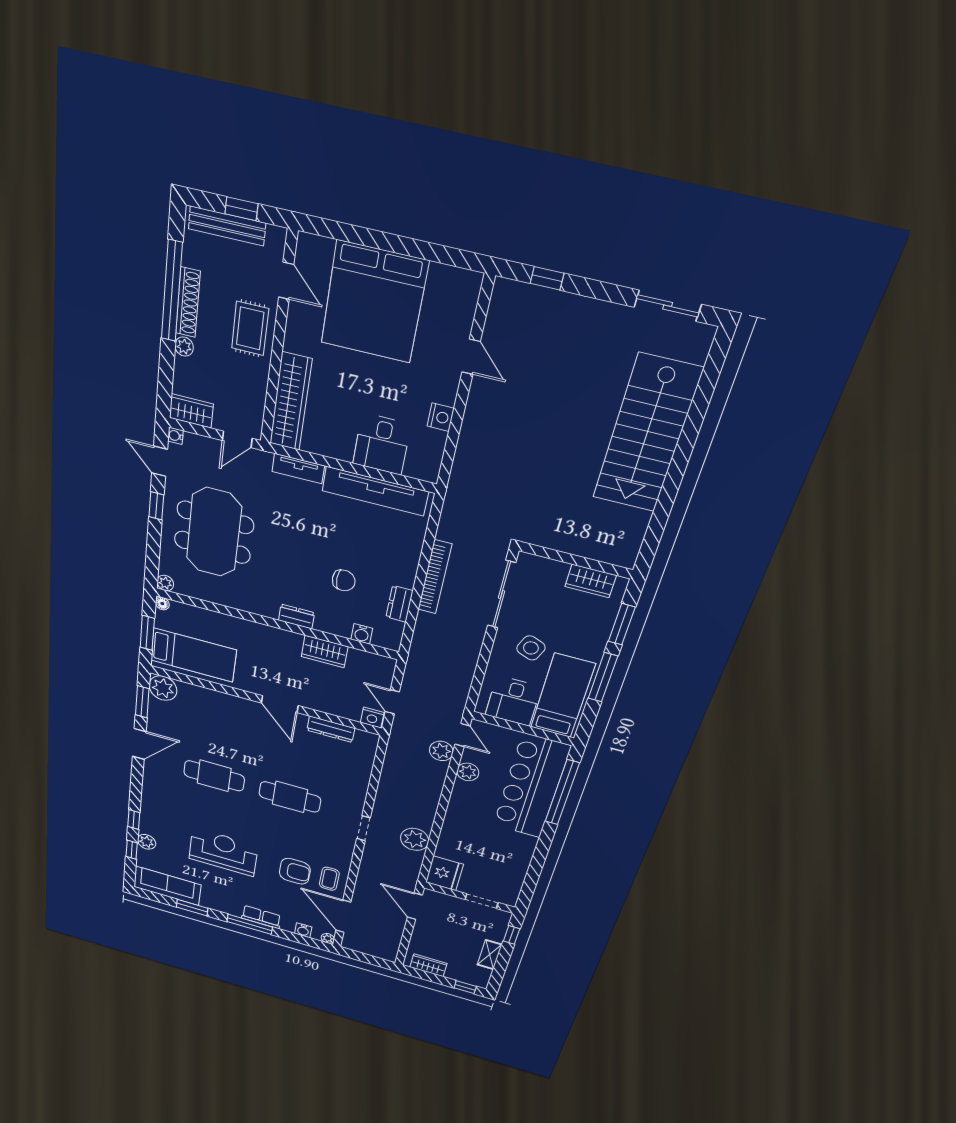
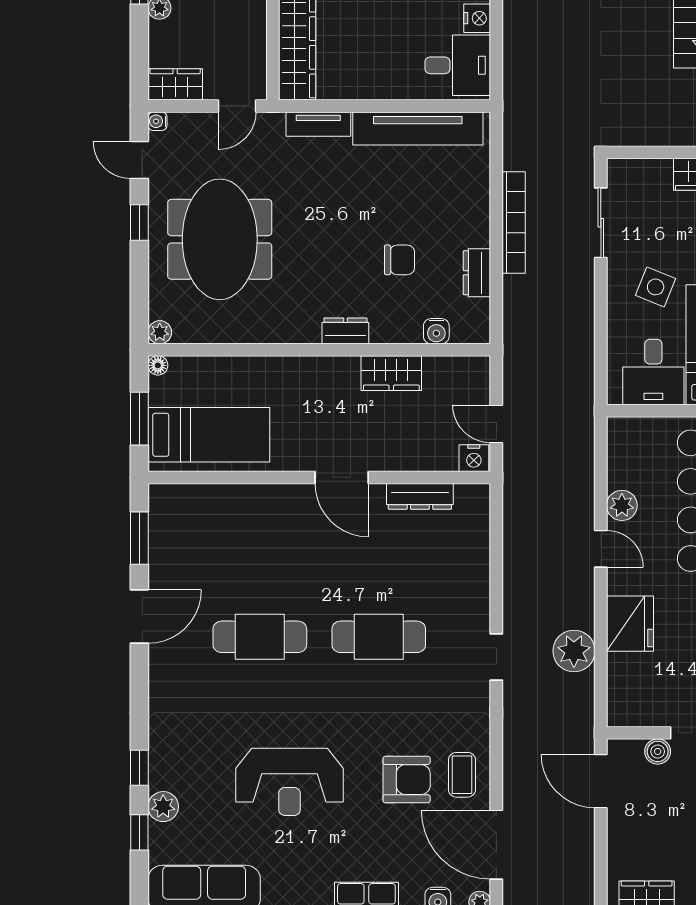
desk: (382, 444) -> (458, 65), moved, turned -90
sliding door: (502, 594) -> (601, 223), width x0.73
plant: (163, 688) -> (169, 504), removed
door: (462, 735) -> (601, 549), moved
plant: (441, 751) -> (578, 482), removed
reception desk: (223, 852) -> (290, 782), turned 180
fridge: (444, 873) -> (630, 624), moved
boiler: (455, 903) -> (658, 751), added

